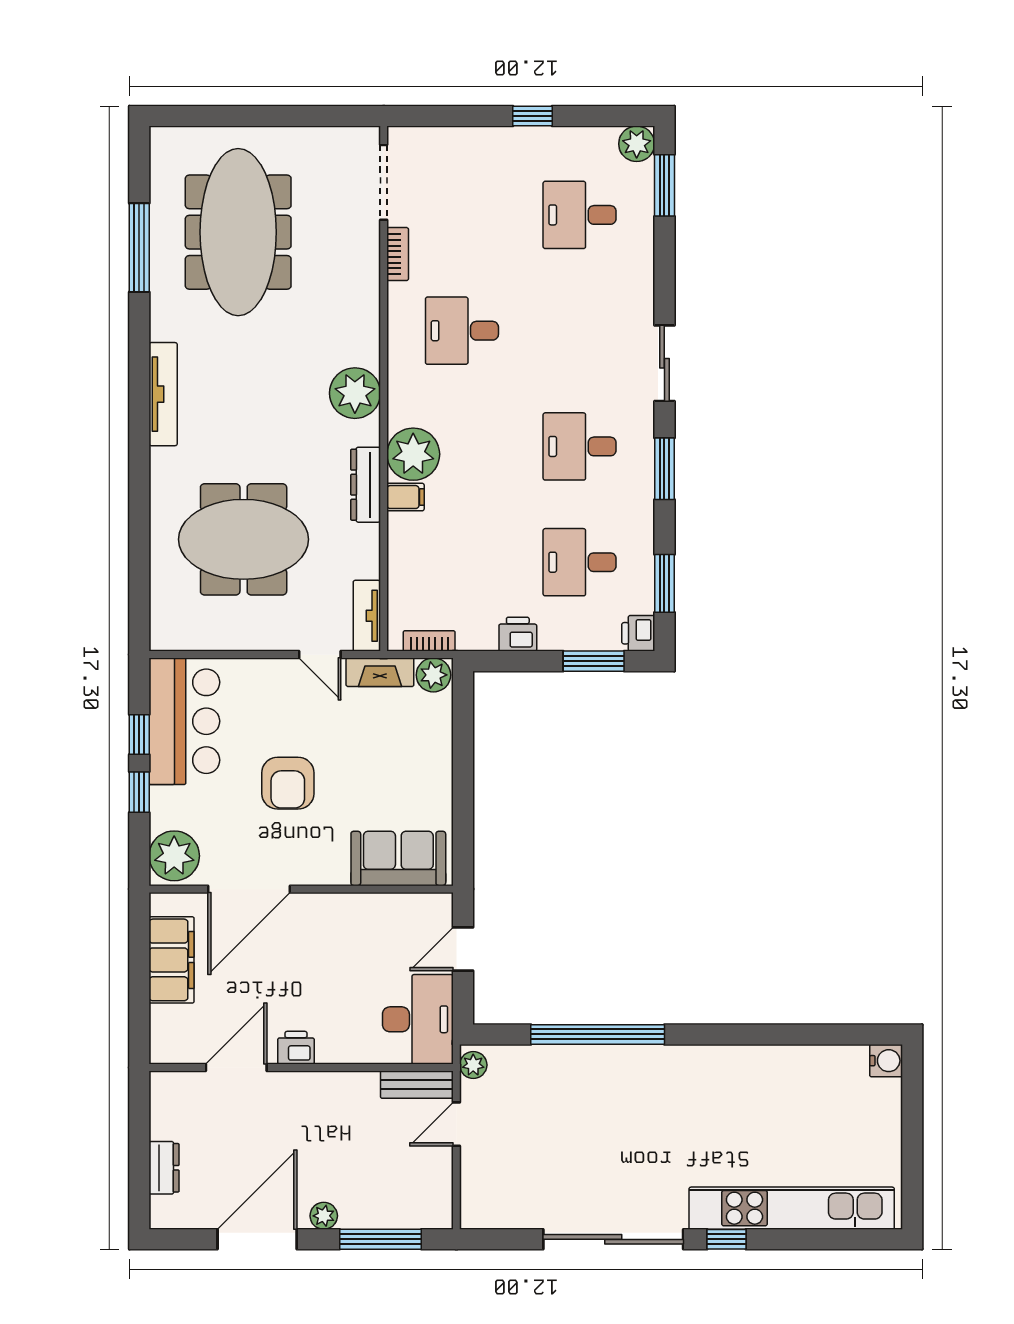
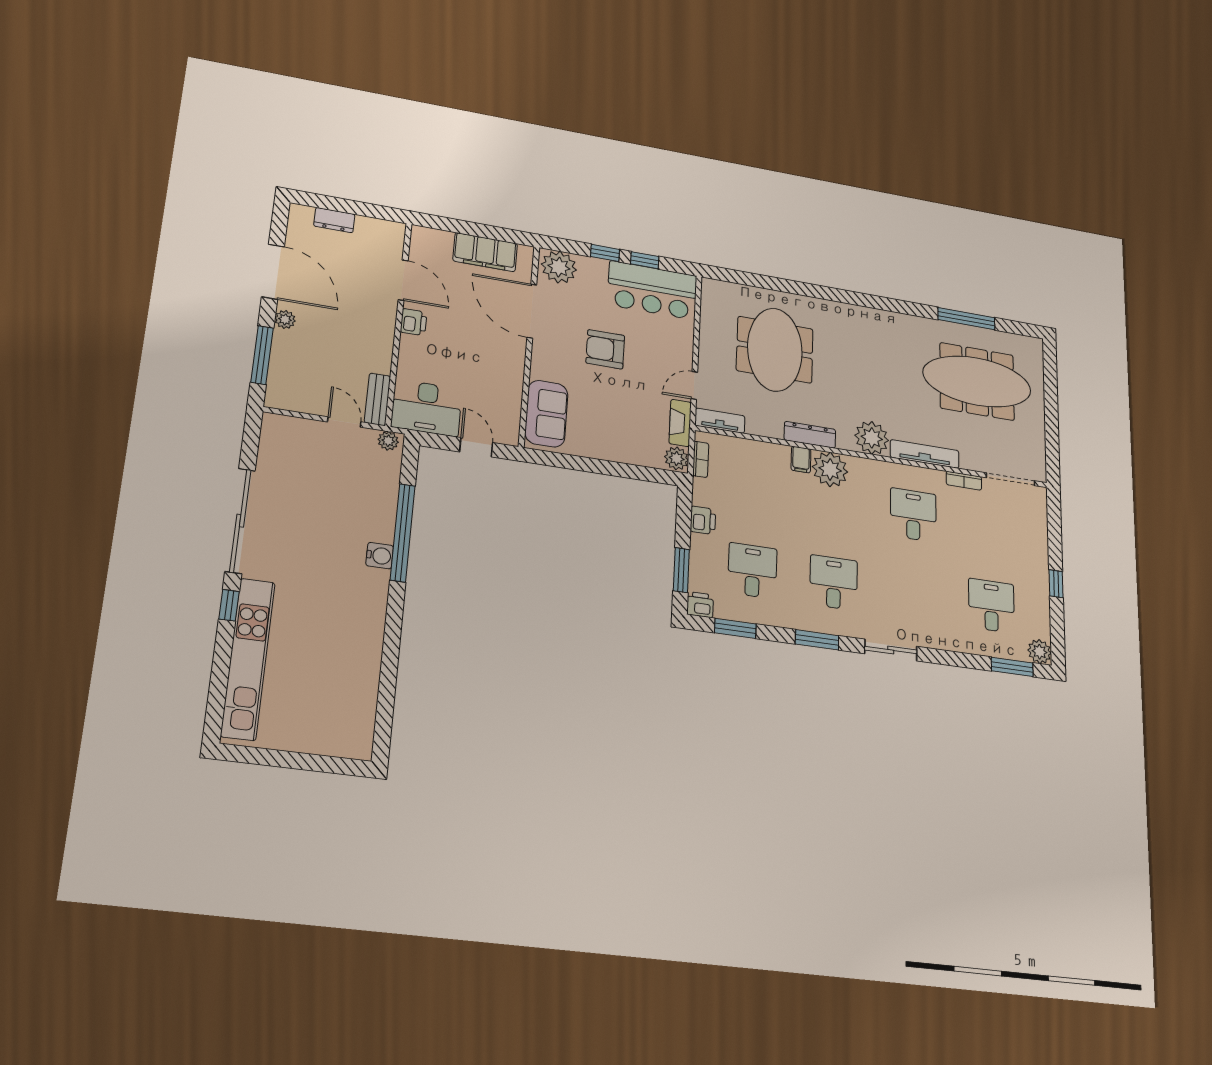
tv unit: (163, 394) -> (925, 454), moved, turned 180
water cooler: (886, 1061) -> (380, 556), moved, turned -90

